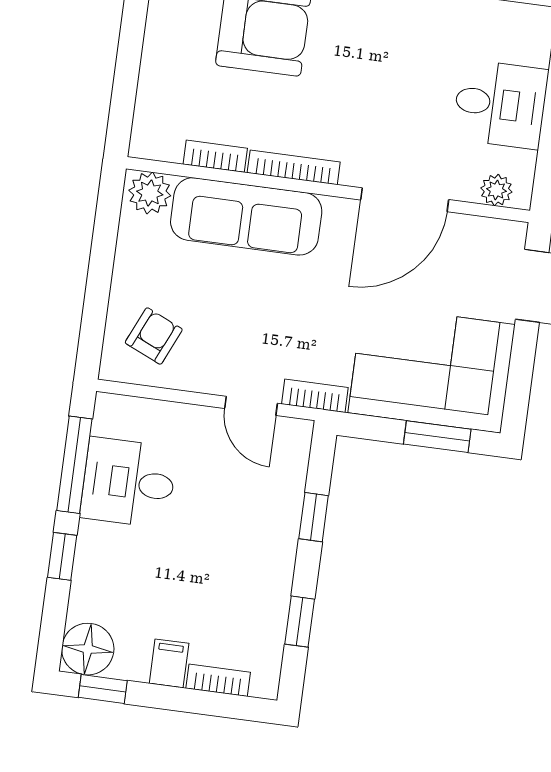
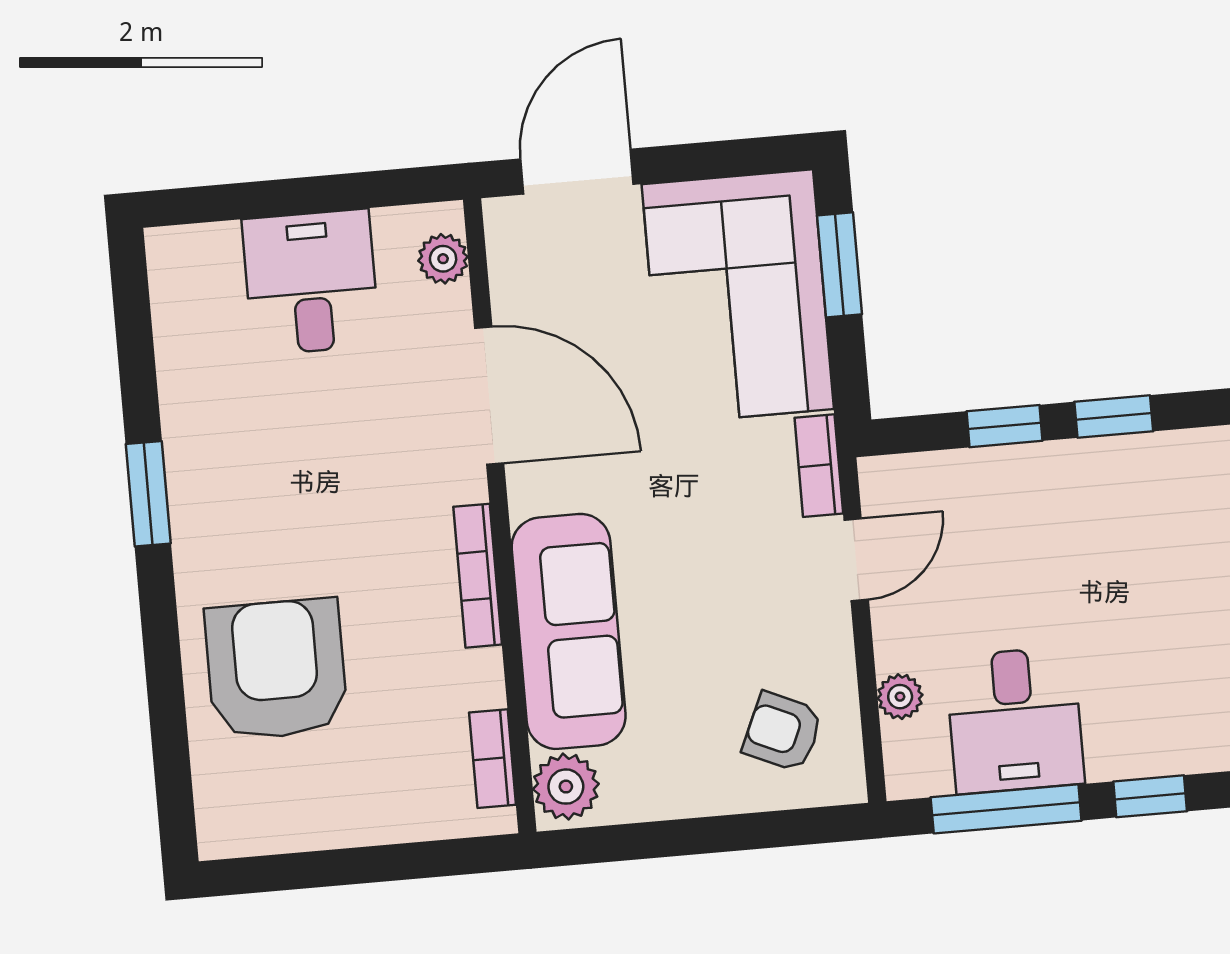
bookcase: (215, 156) -> (493, 759), moved
plant: (159, 414) -> (900, 697), added
window: (300, 622) -> (1114, 416), moved

